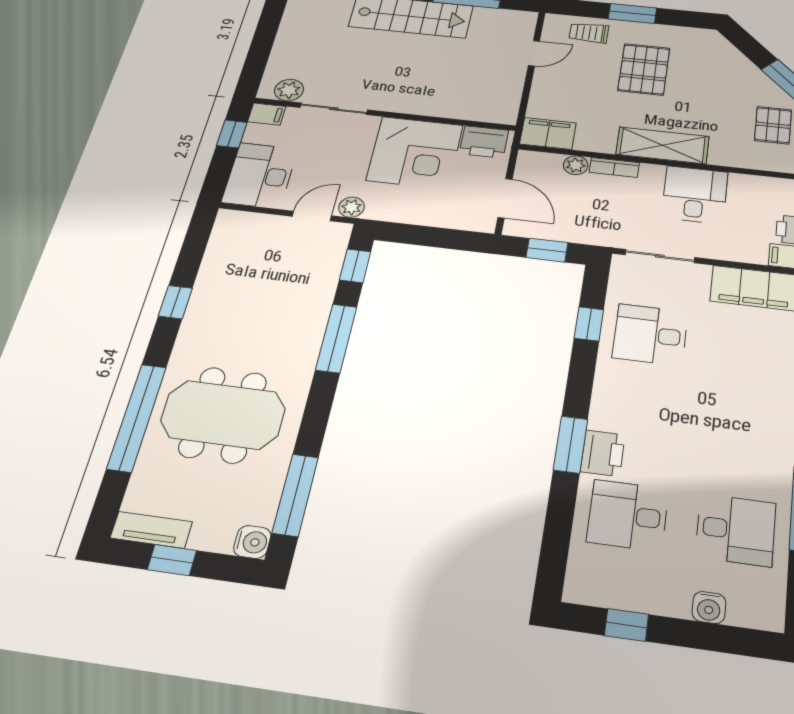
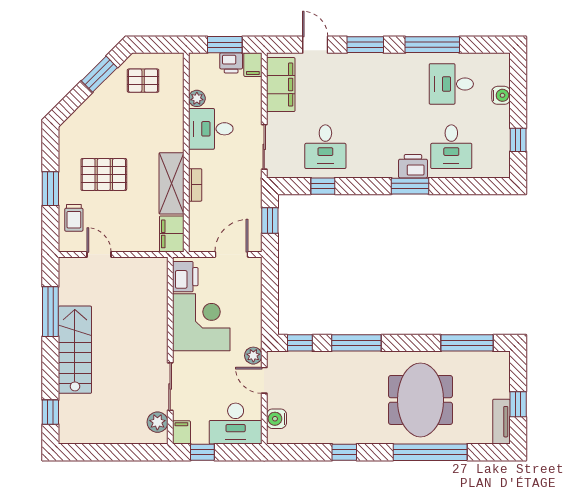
shelving: (663, 145) -> (171, 183), moved
plant: (576, 165) -> (197, 98), moved
desk: (736, 530) -> (451, 84), turned -90
water cooler: (252, 542) -> (277, 419), moved, turned -90

